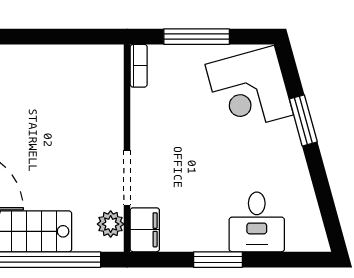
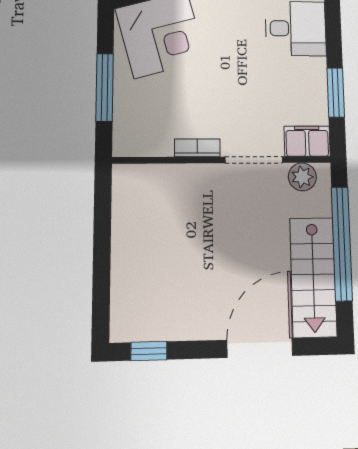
bookcase: (139, 66) -> (197, 148), moved
window: (218, 260) -> (336, 92), moved

